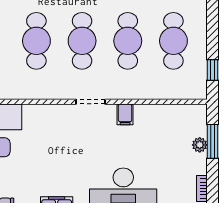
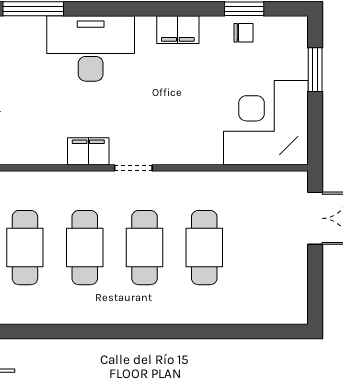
filing cabinet: (125, 114) -> (88, 151), width x2.00

